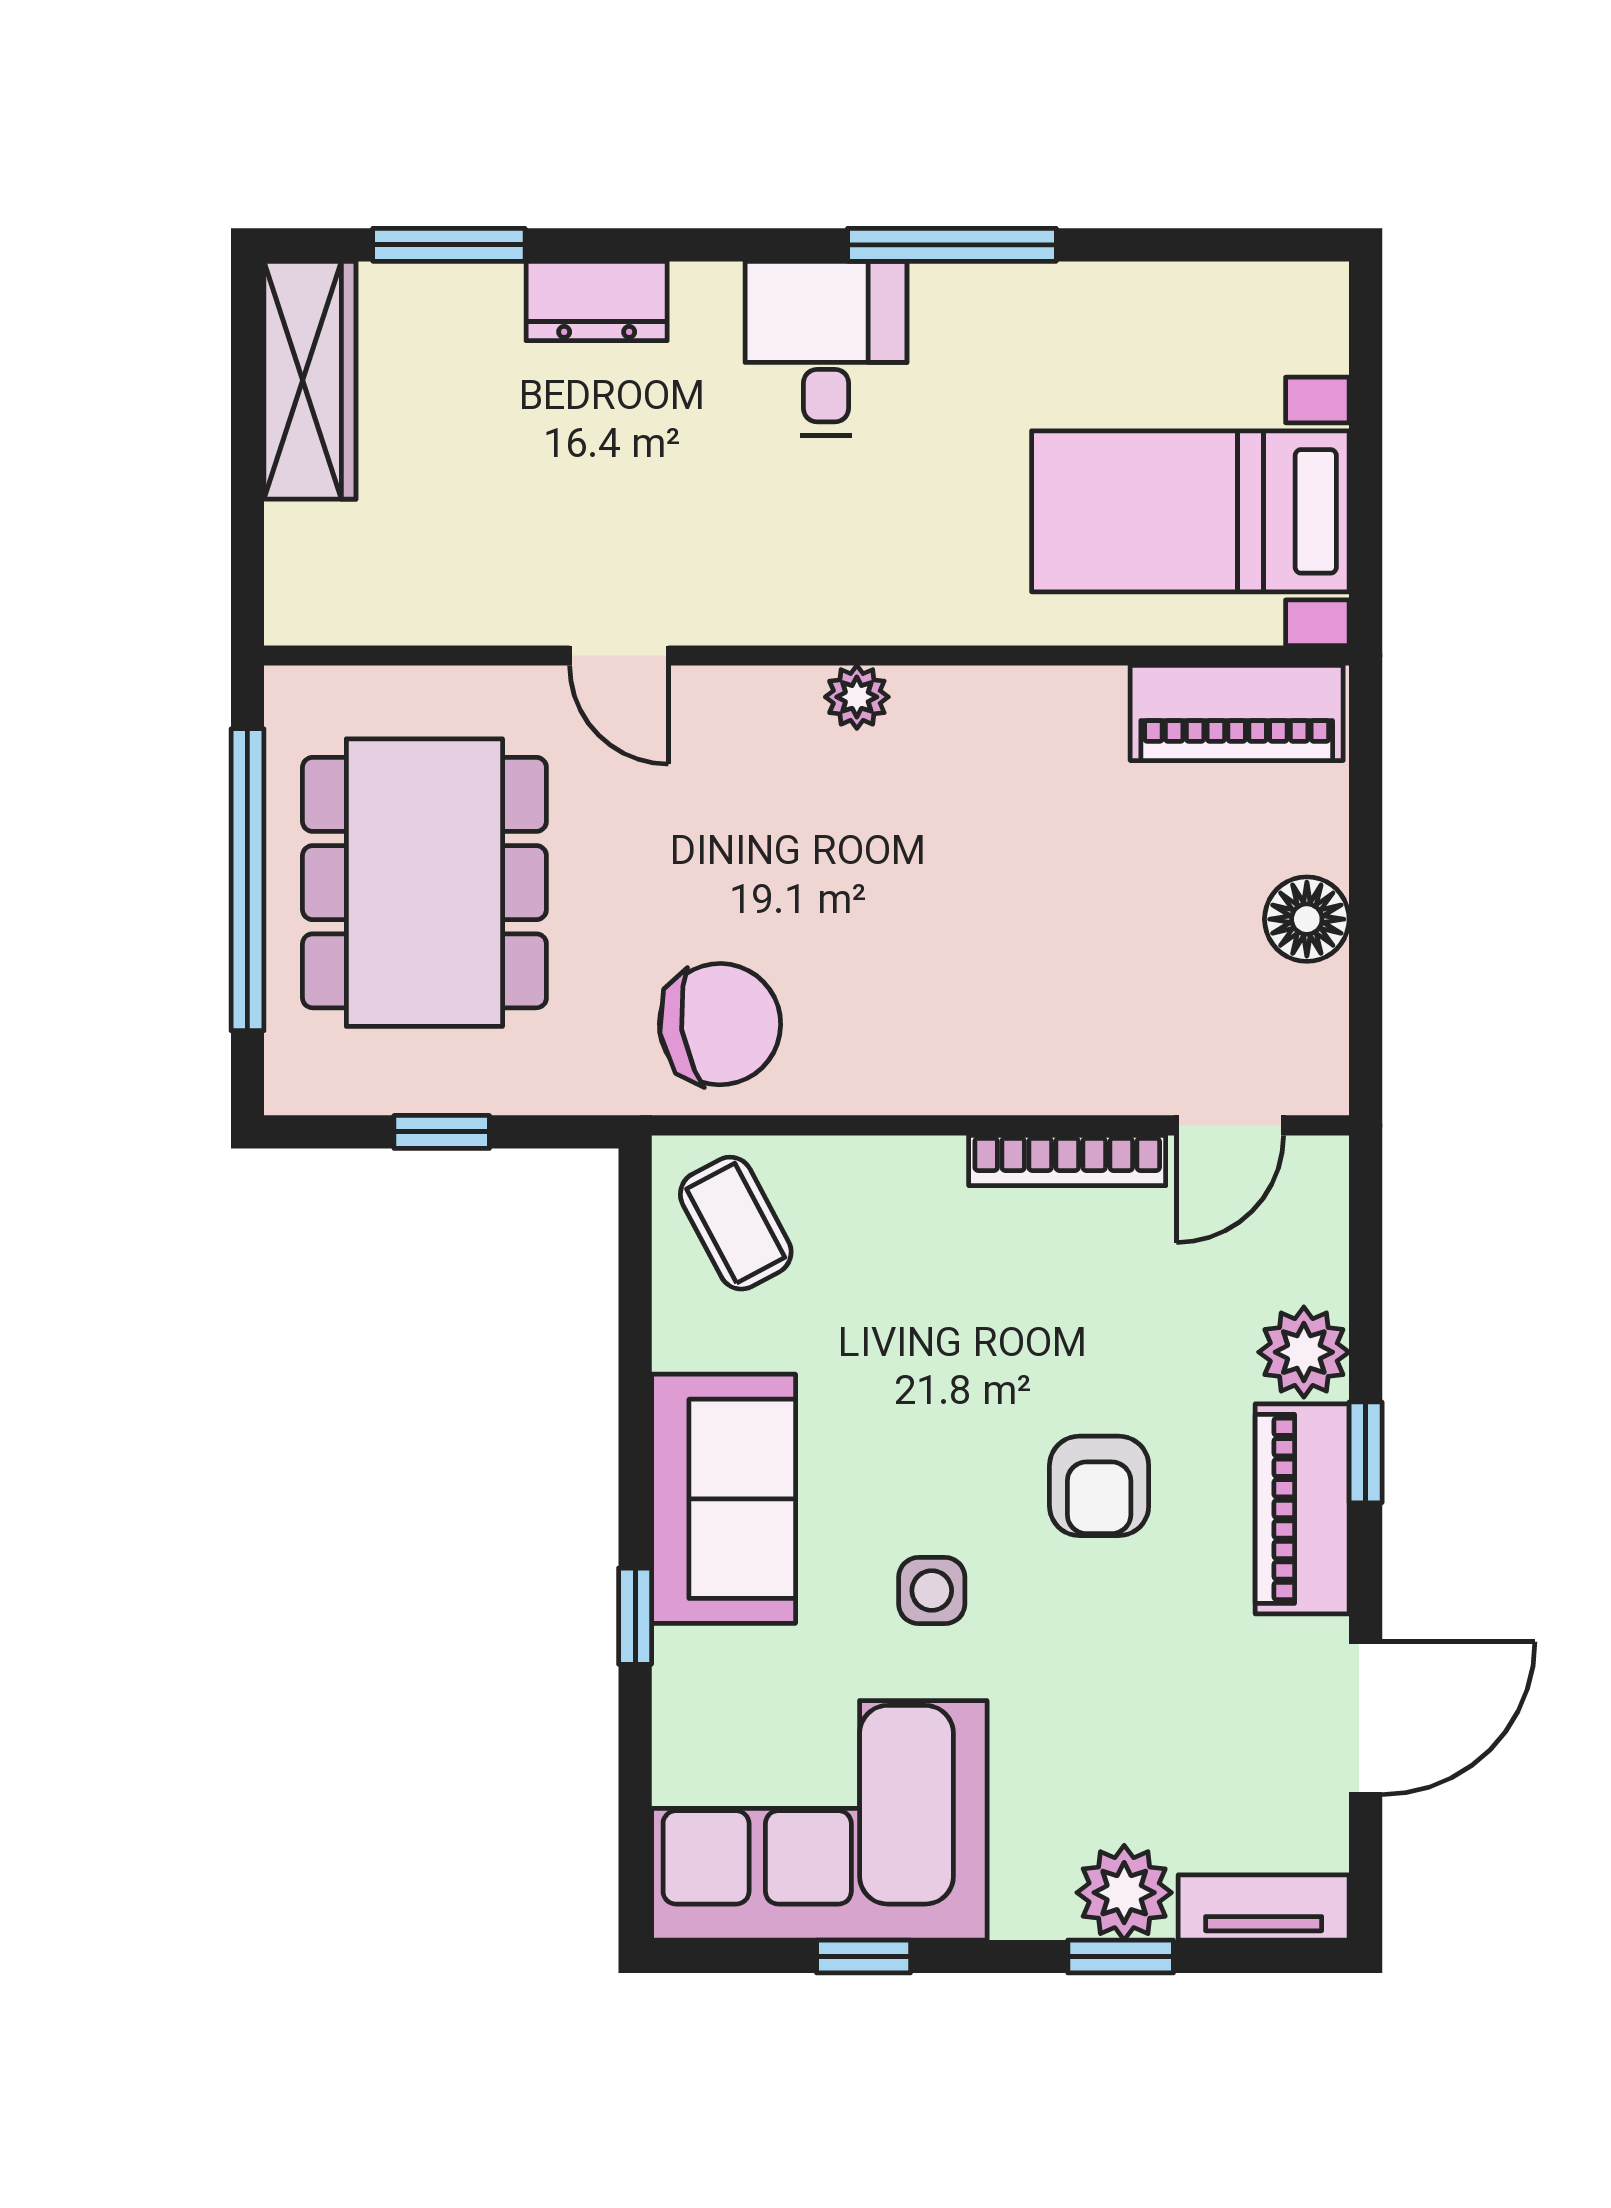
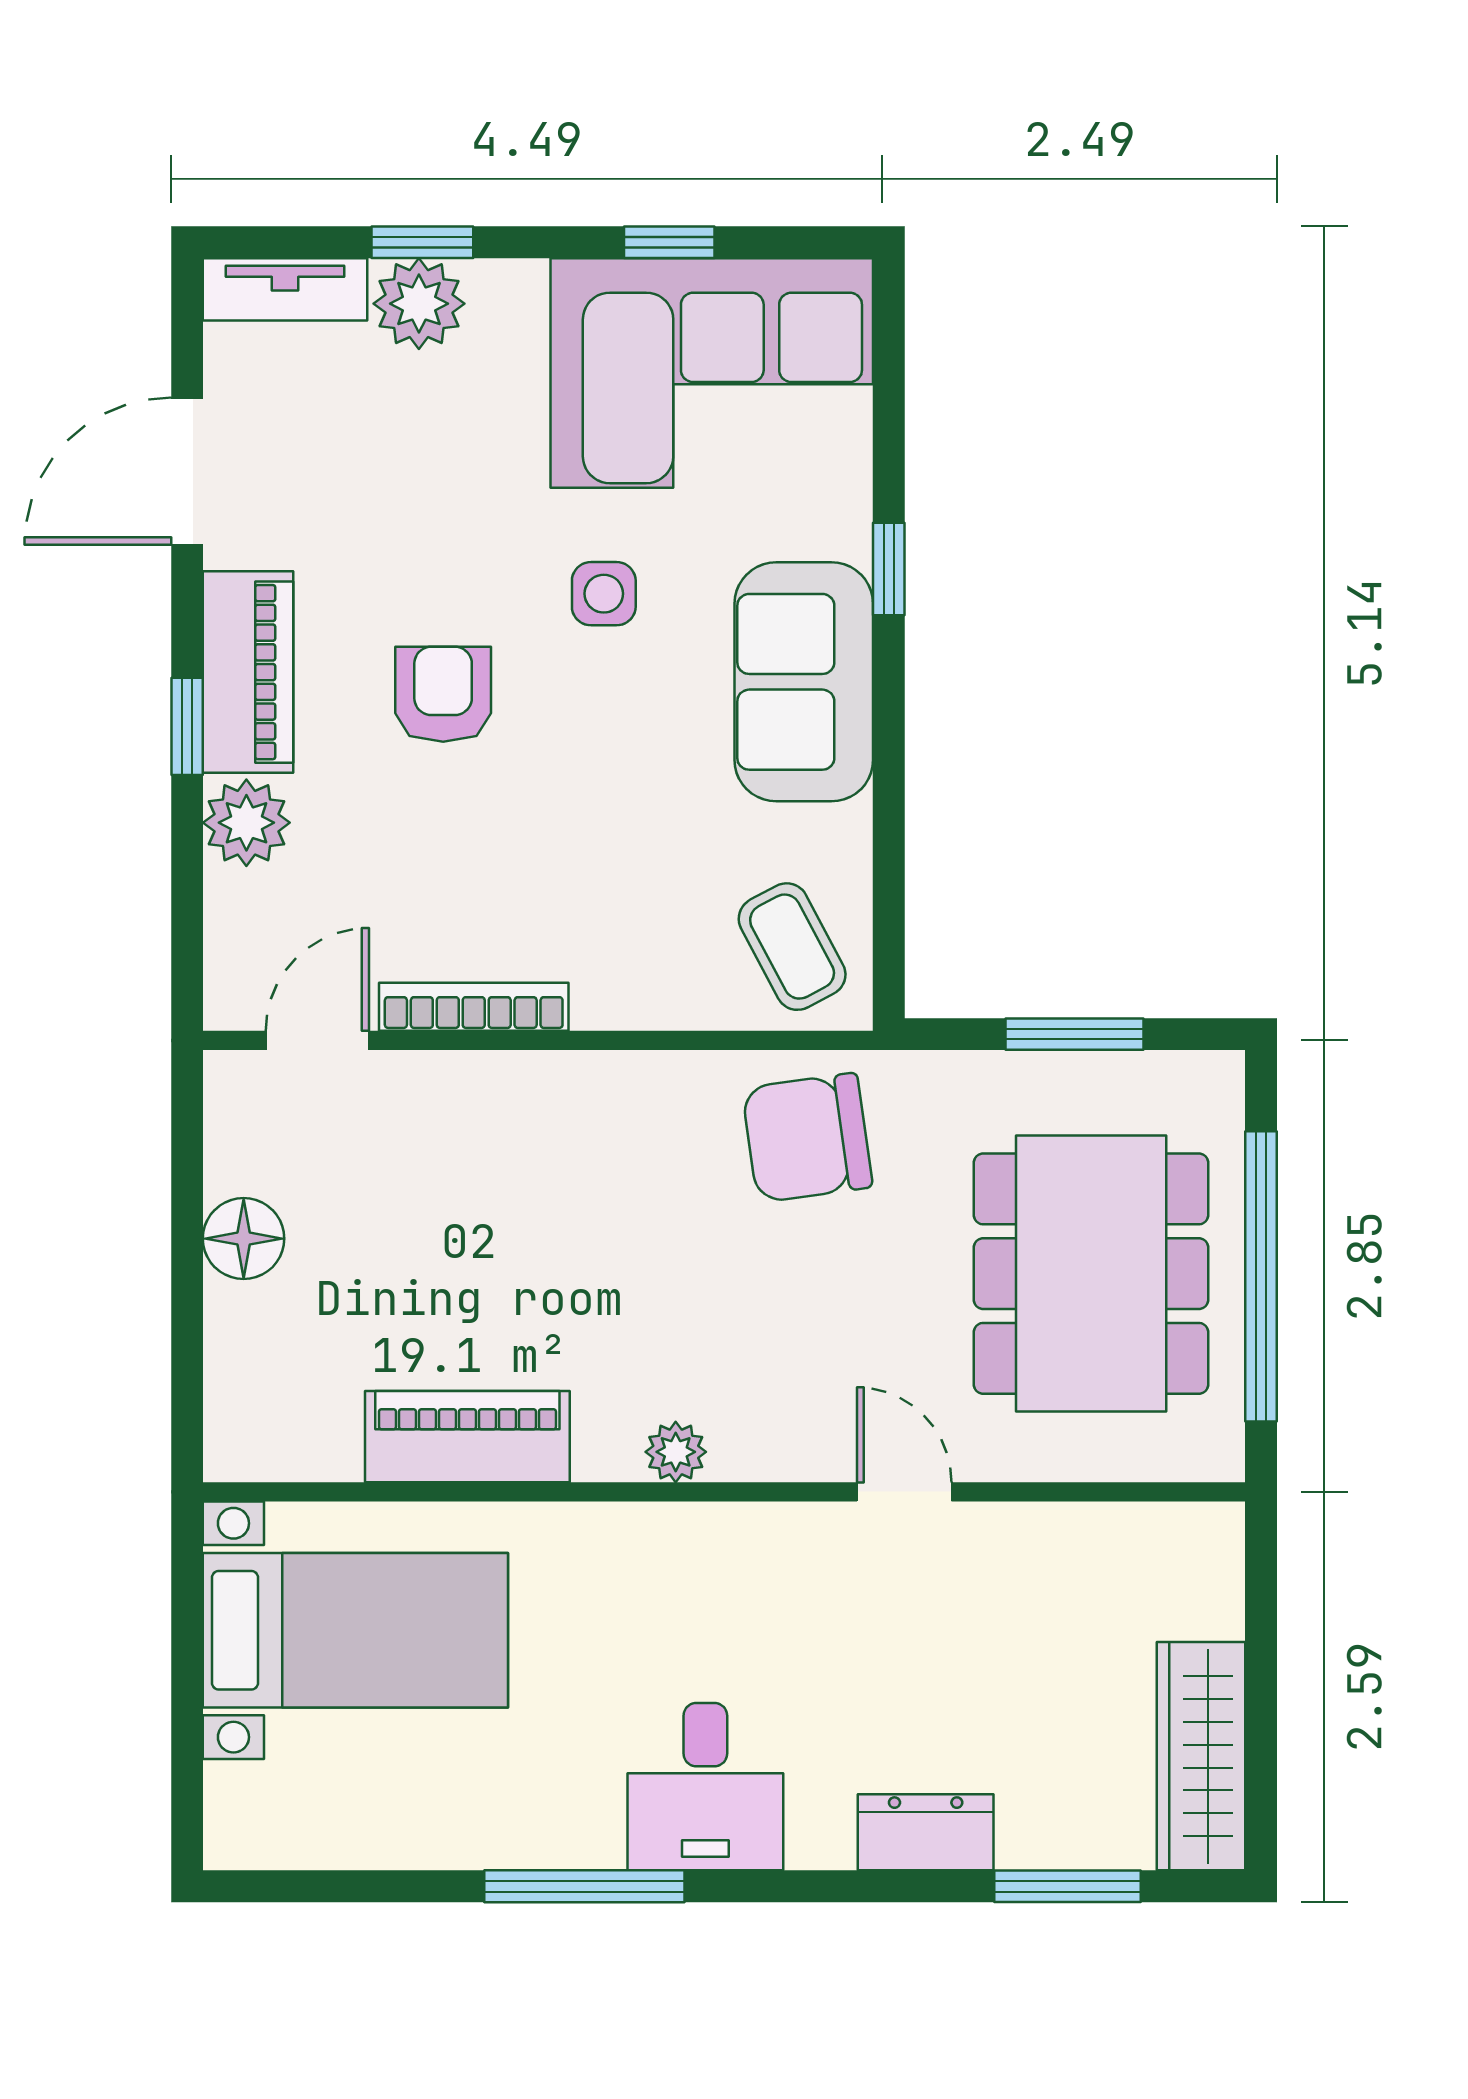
piano: (1237, 713) -> (467, 1437), moved
window: (442, 1132) -> (1075, 1034), width x1.50

